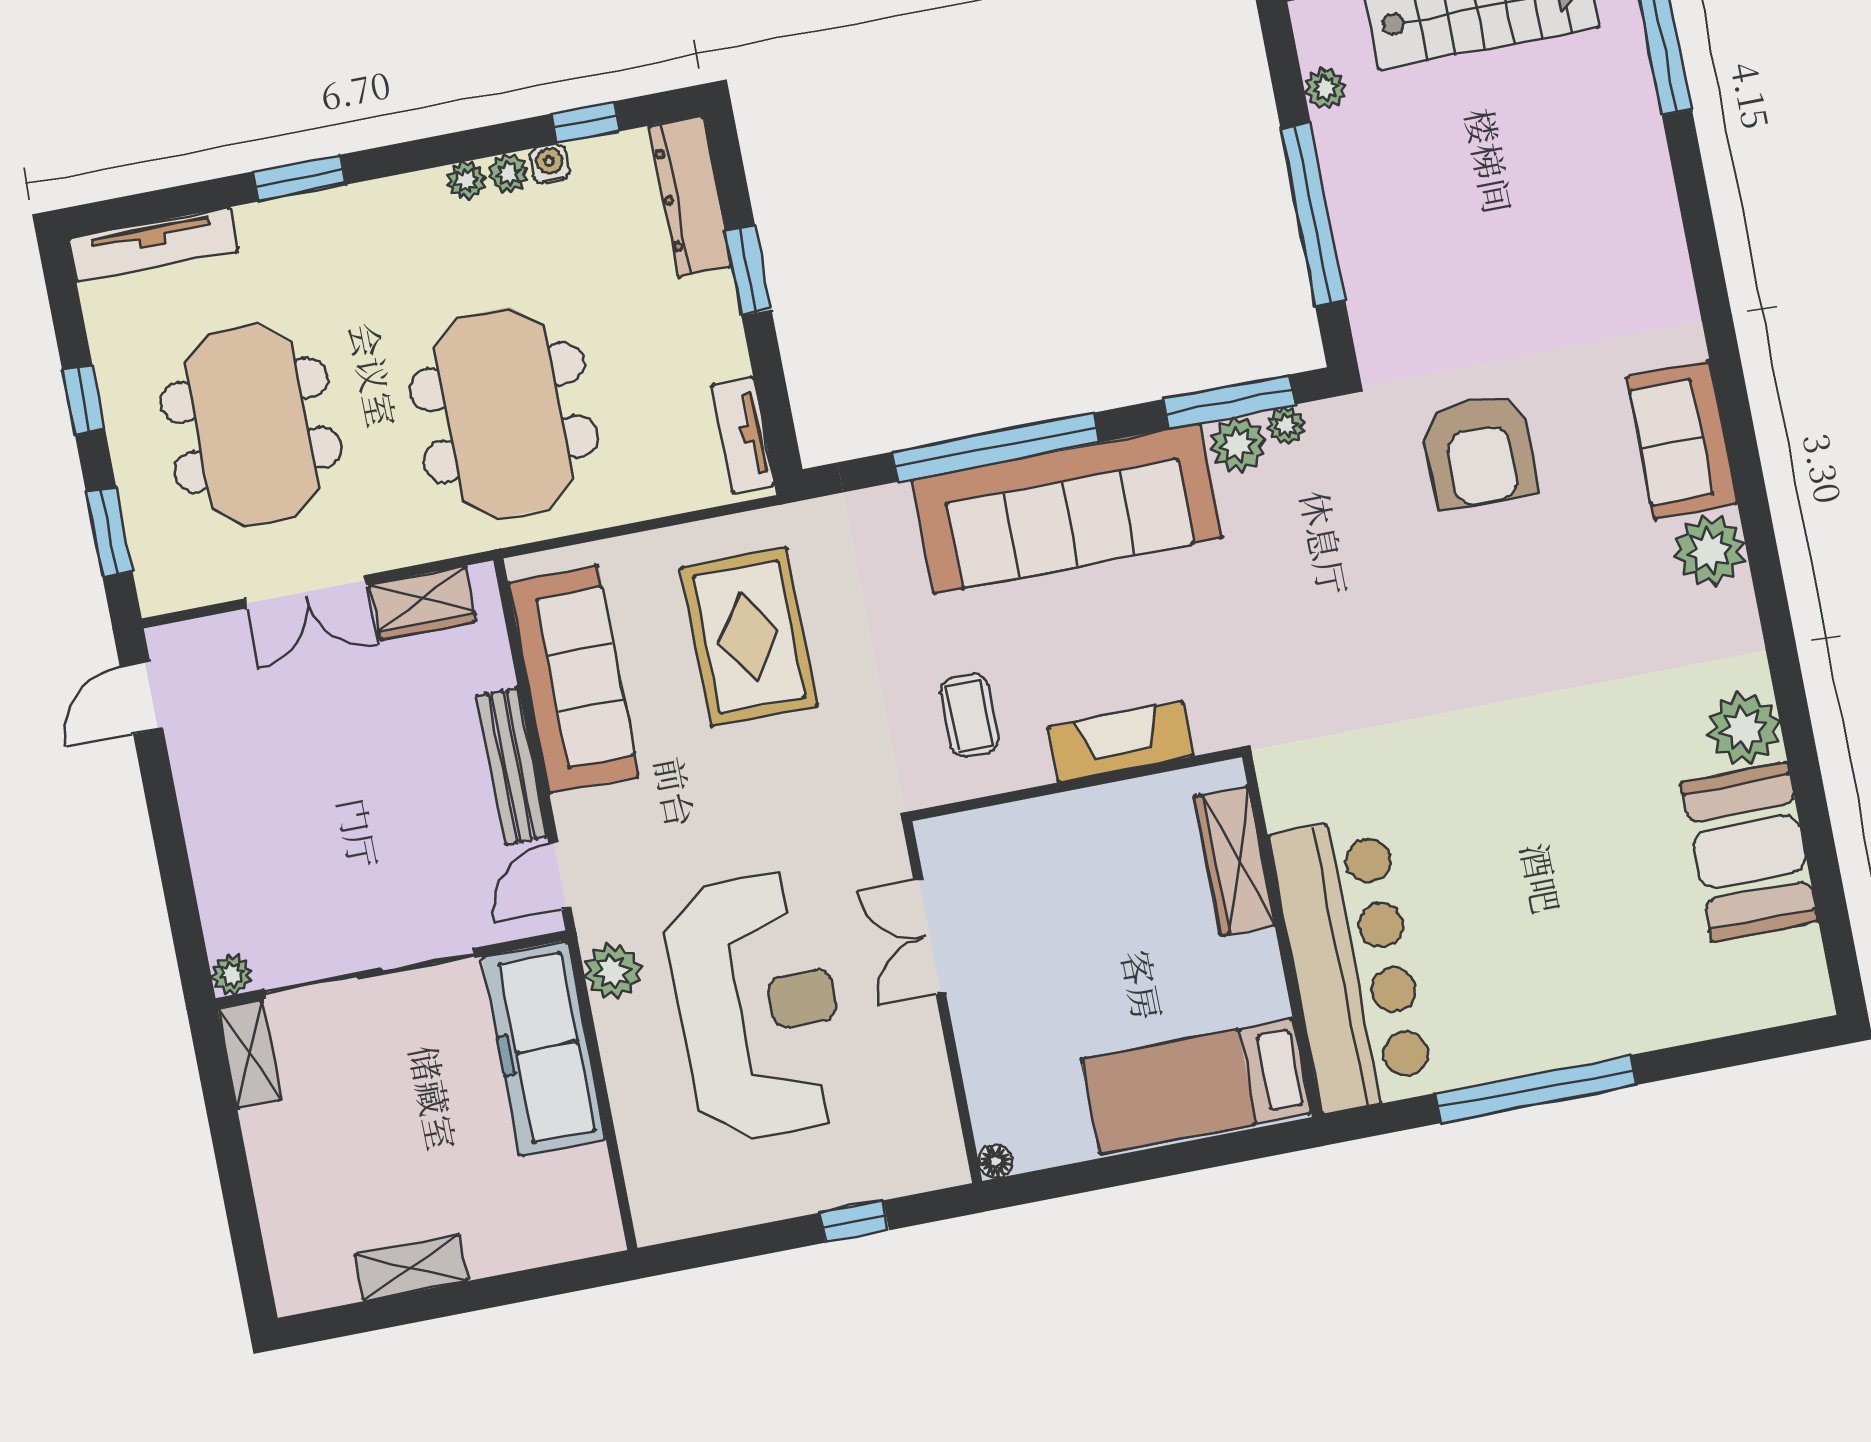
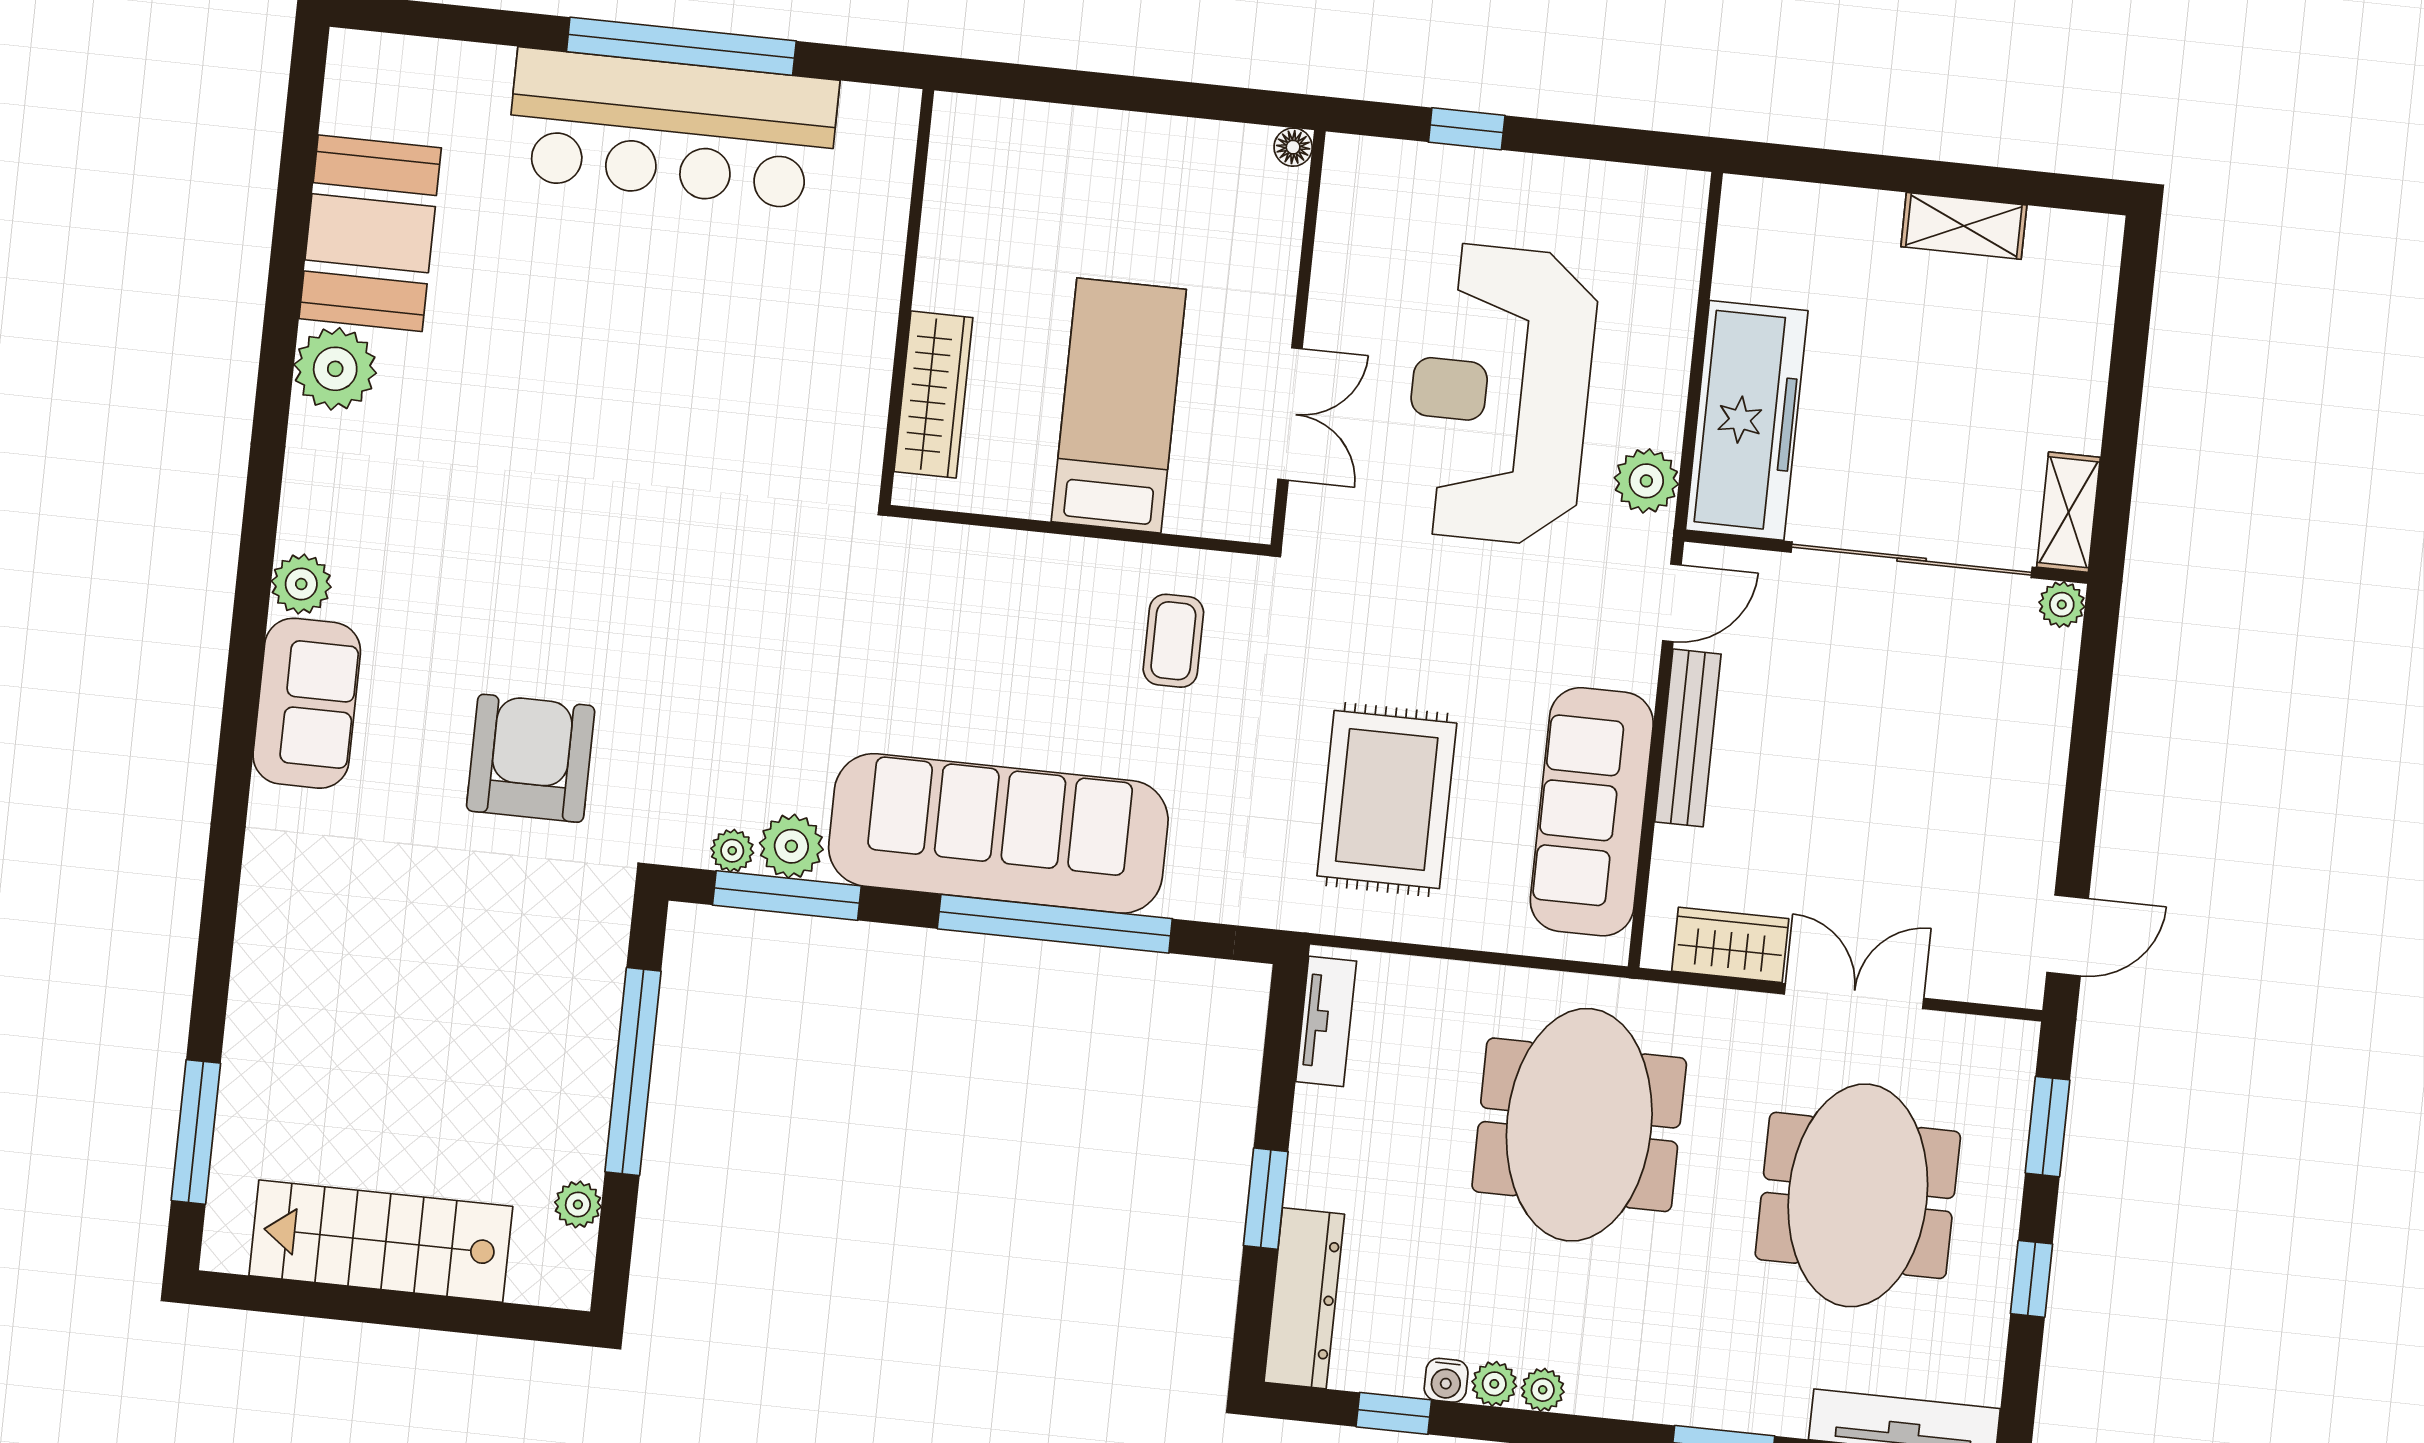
plant: (1710, 550) -> (301, 584), width x0.73, depth x0.73
fireplace: (1121, 742) -> (1017, 562), removed
bar counter: (1352, 964) -> (672, 129), moved, turned -90
bed: (1196, 1086) -> (1119, 406), moved, turned -90

